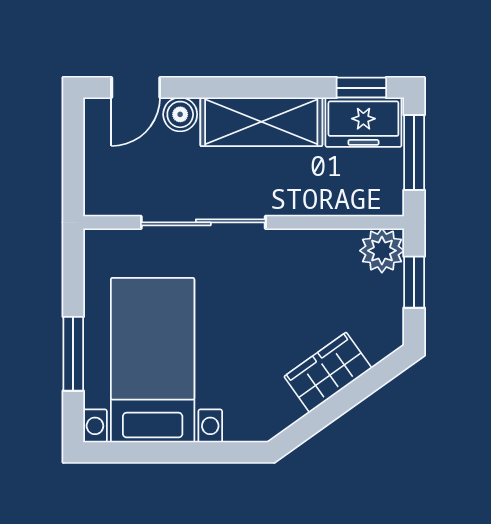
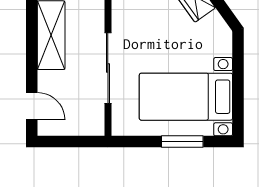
boiler: (180, 114) -> (47, 81), removed

